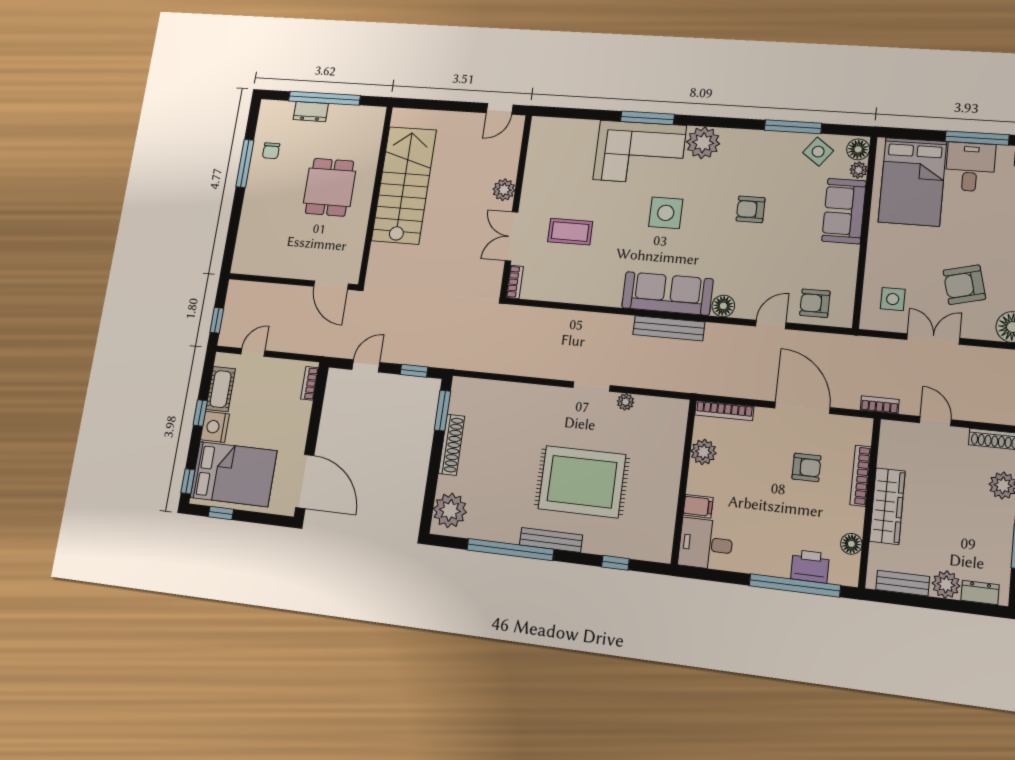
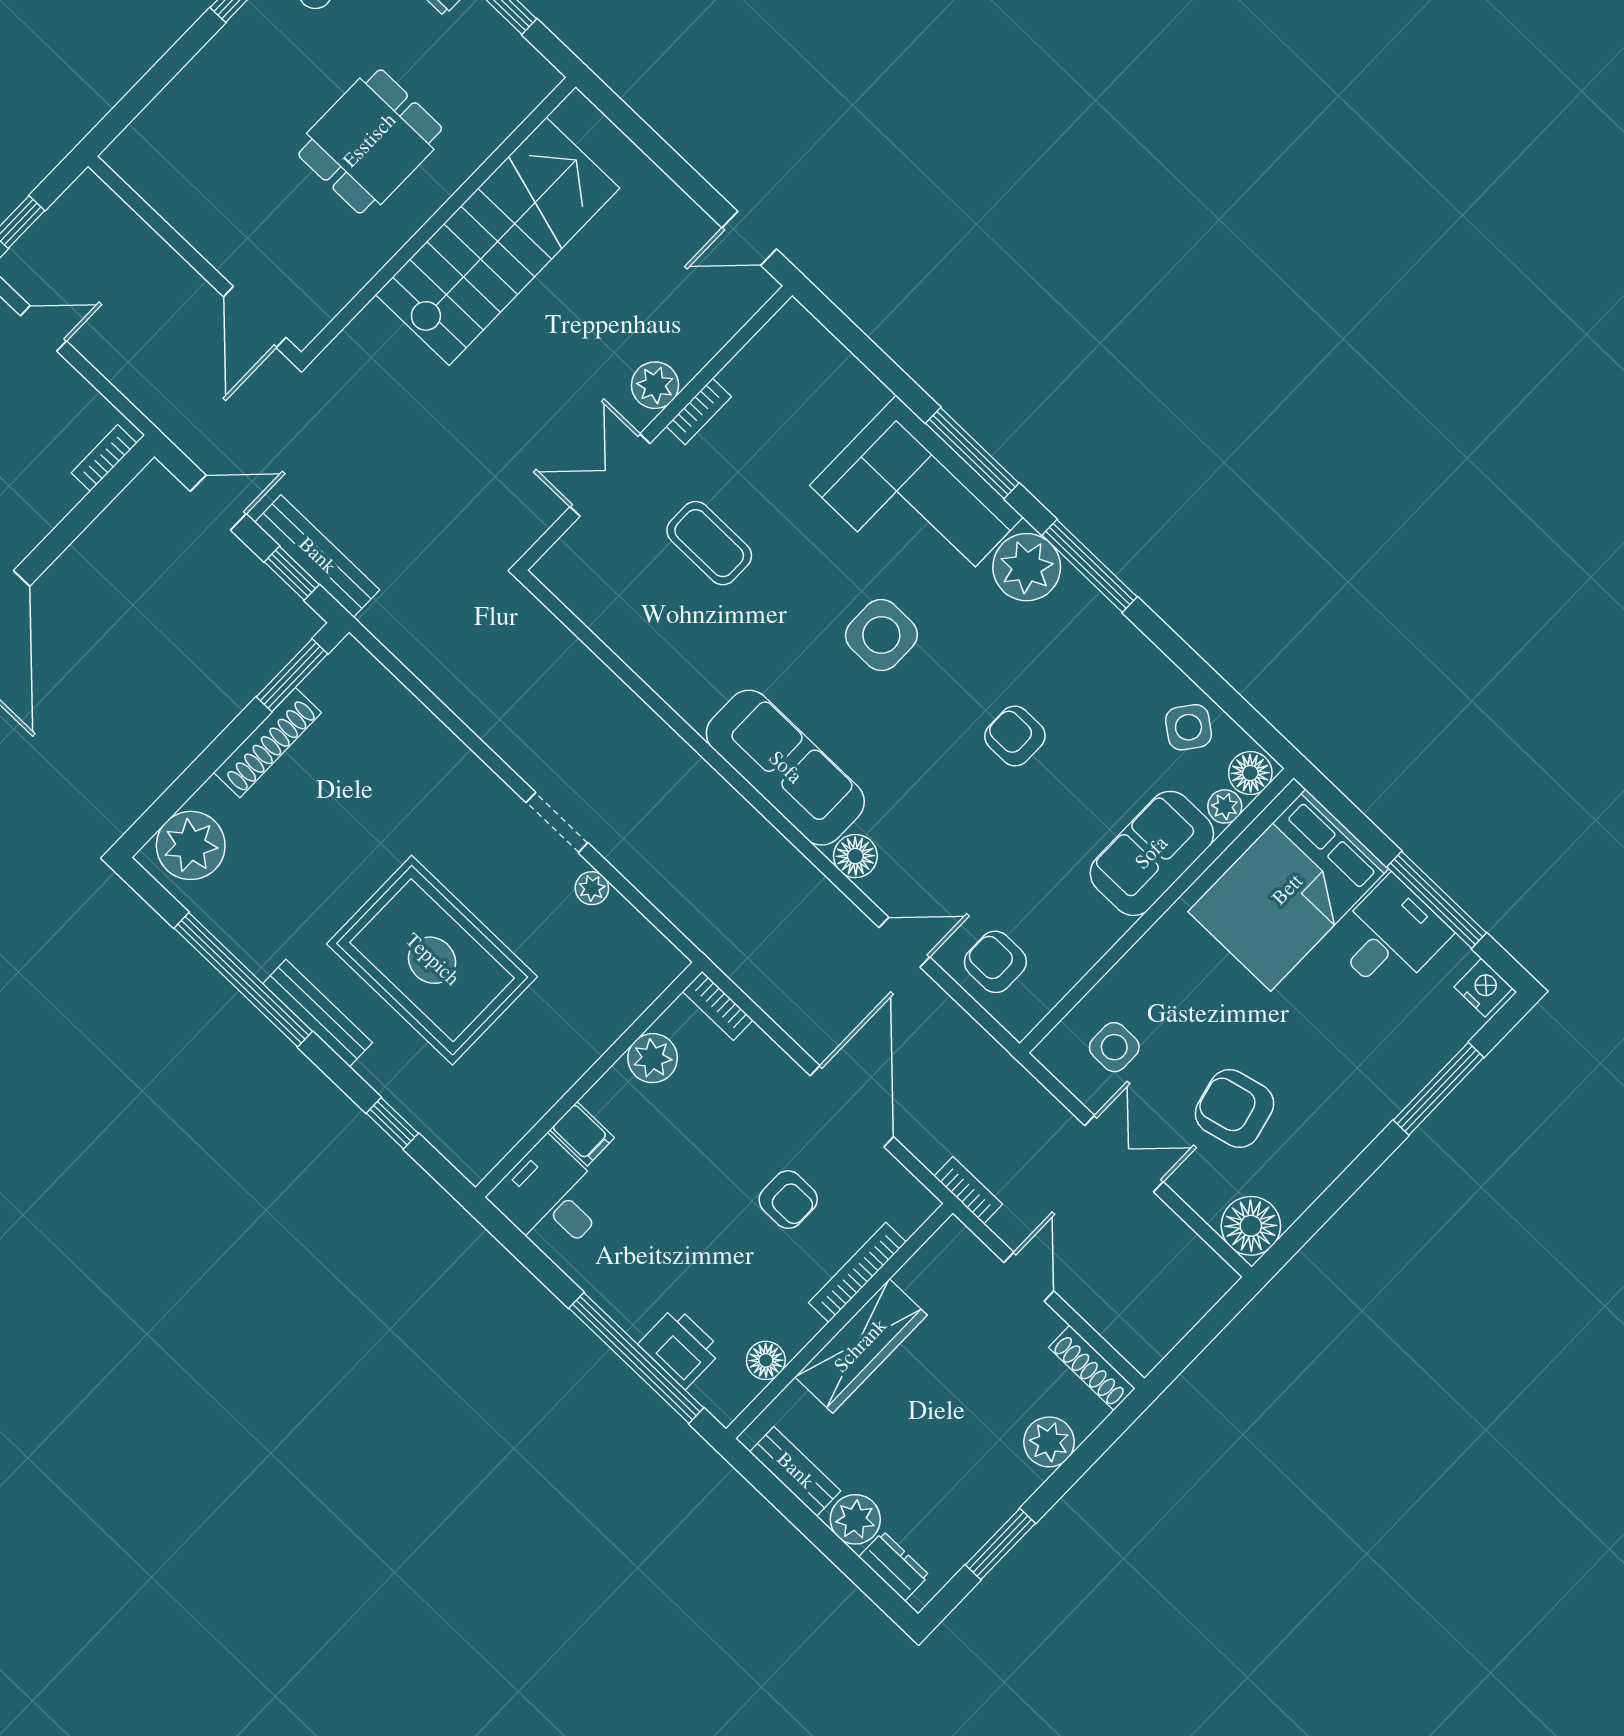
window: (793, 127) -> (1090, 566), moved
bookcase: (515, 282) -> (699, 411), moved
bench: (669, 328) -> (317, 556), moved
bookcase: (724, 411) -> (718, 1006), width x0.64

